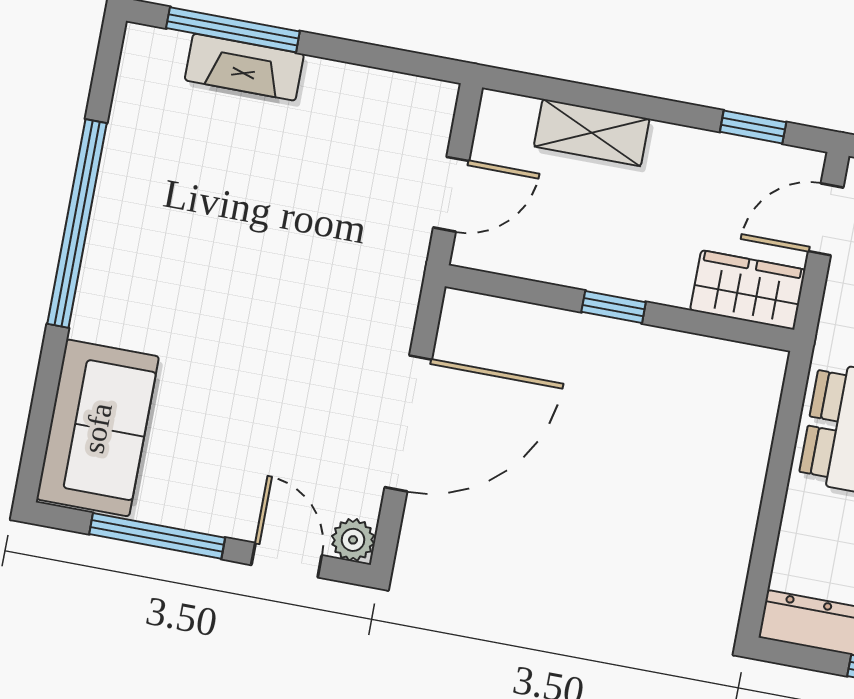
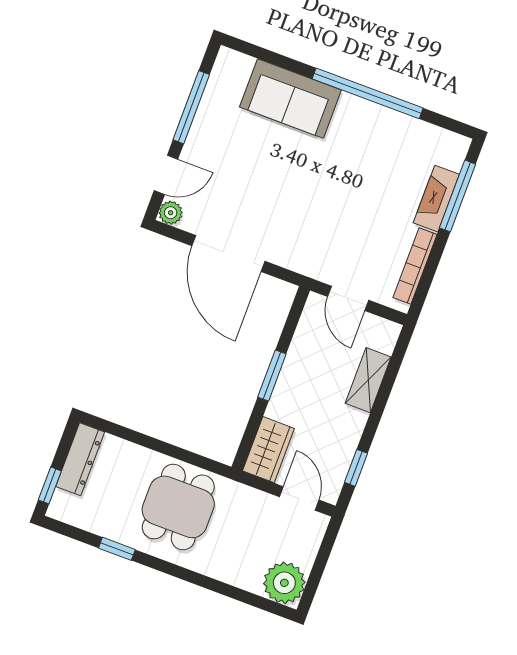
bookcase: (372, 84) -> (415, 266), added
window: (614, 307) -> (272, 375), width x1.50
sofa: (98, 428) -> (290, 98), moved

